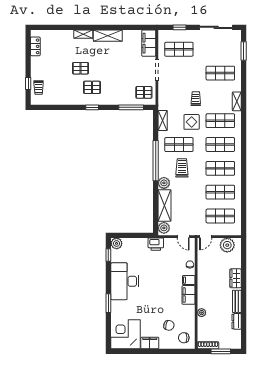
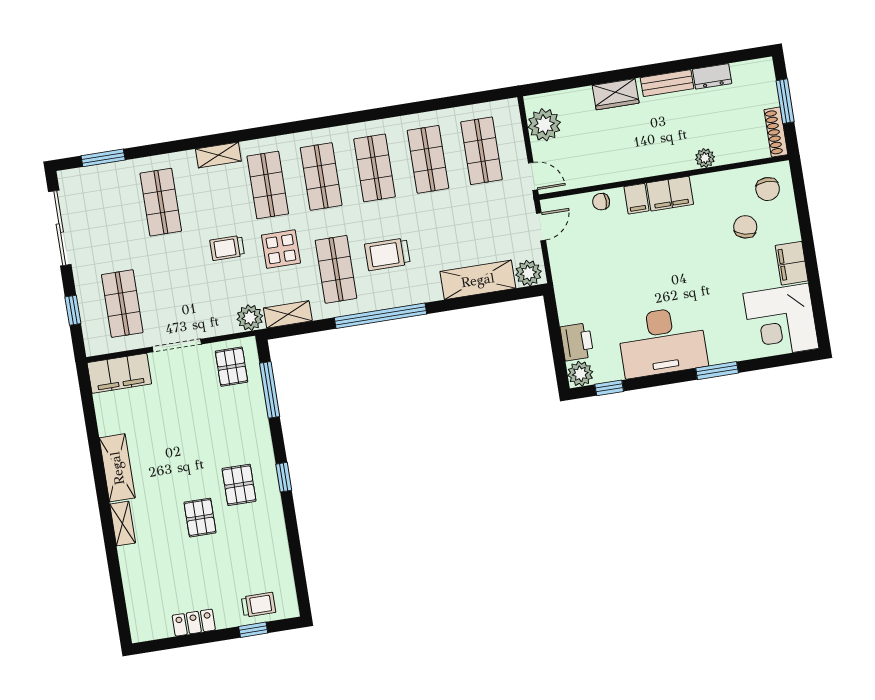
locker: (35, 46) -> (194, 623), moved
plant: (164, 183) -> (250, 318), moved
printer: (156, 244) -> (577, 342), moved

